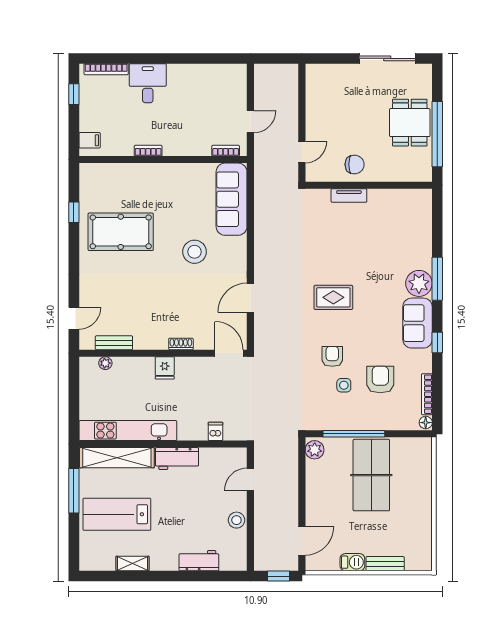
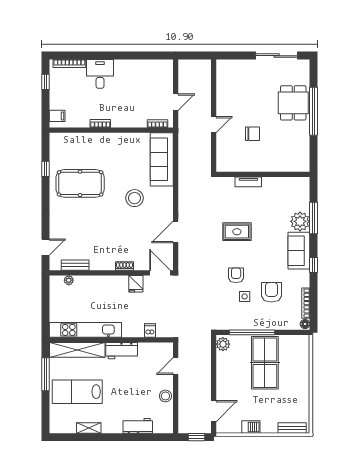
wall: (369, 185) -> (263, 174), moved
tv unit: (349, 195) -> (248, 182), moved
fridge: (165, 368) -> (136, 284), moved
bench: (385, 564) -> (292, 428), moved

